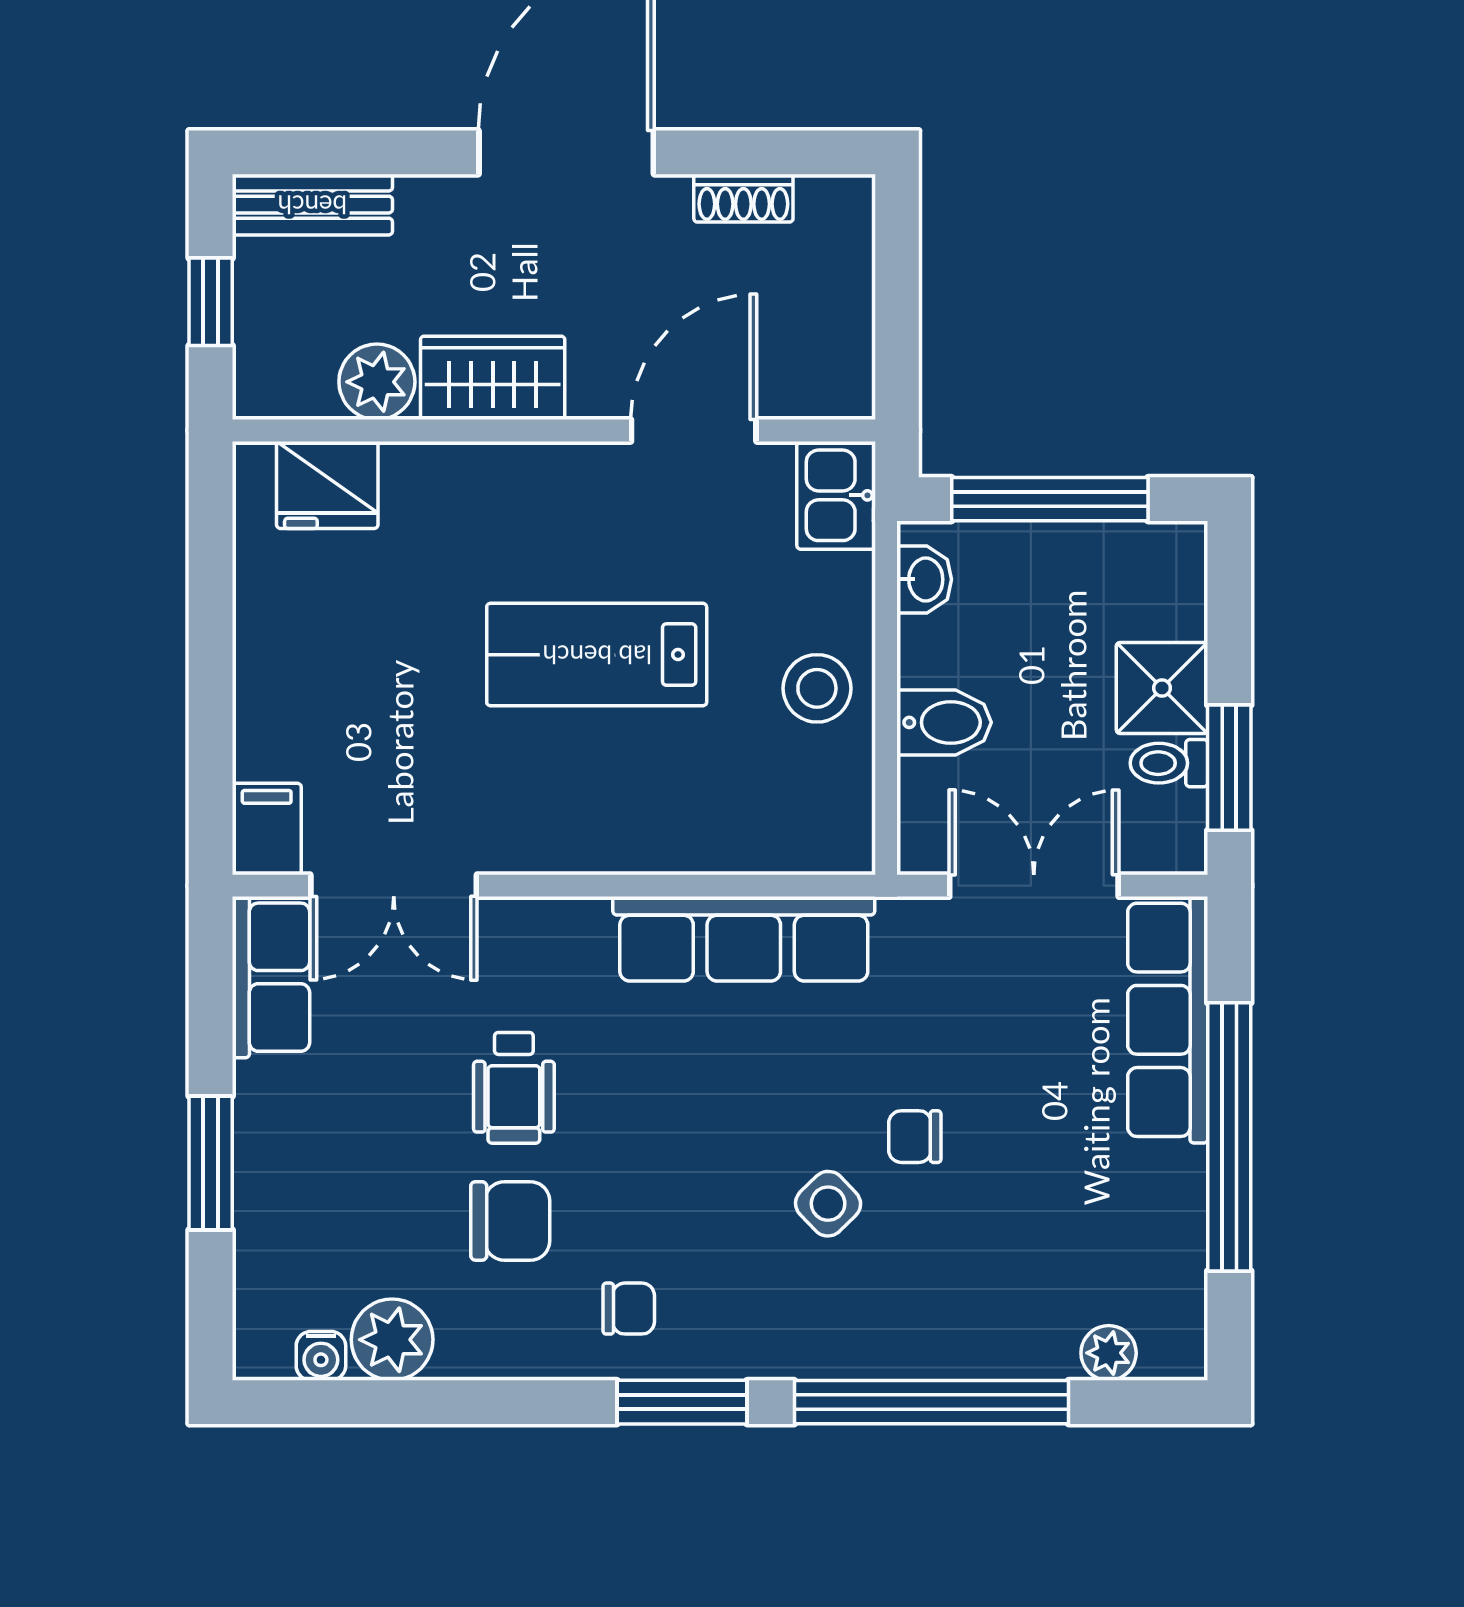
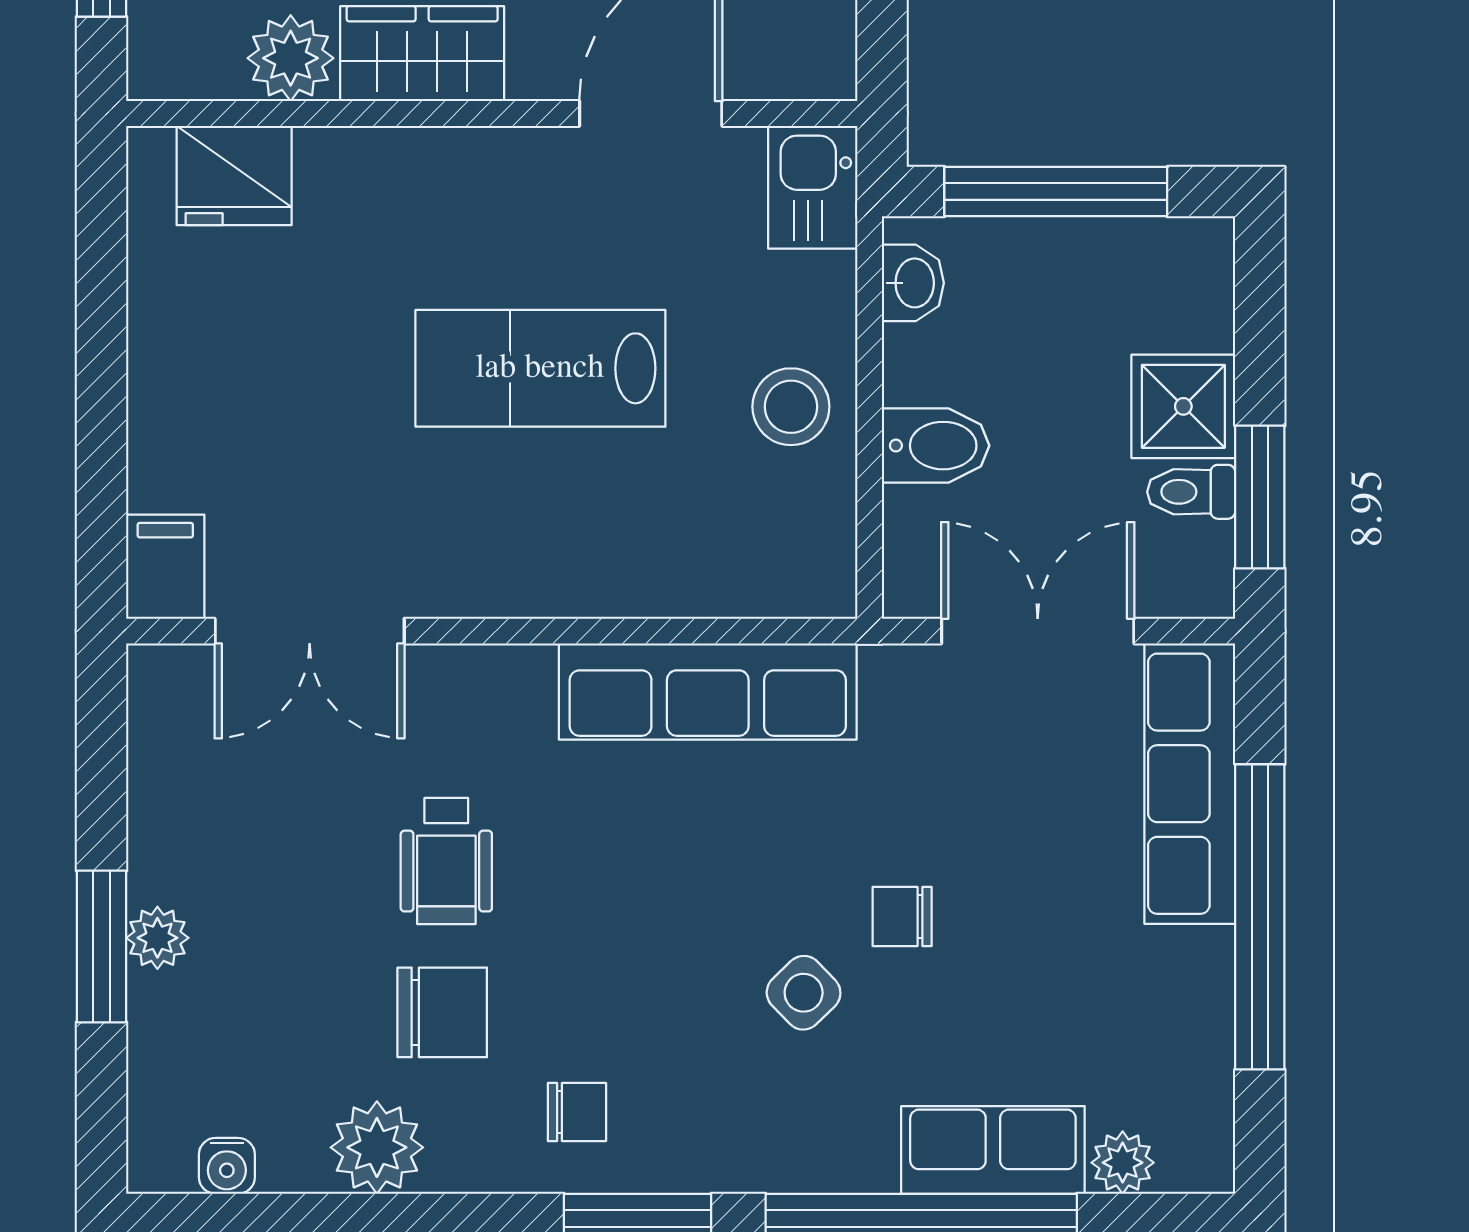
row of seats: (271, 977) -> (993, 1150), moved, turned -90
plant: (260, 1155) -> (157, 938), added
plant: (392, 1340) -> (377, 1147), moved

